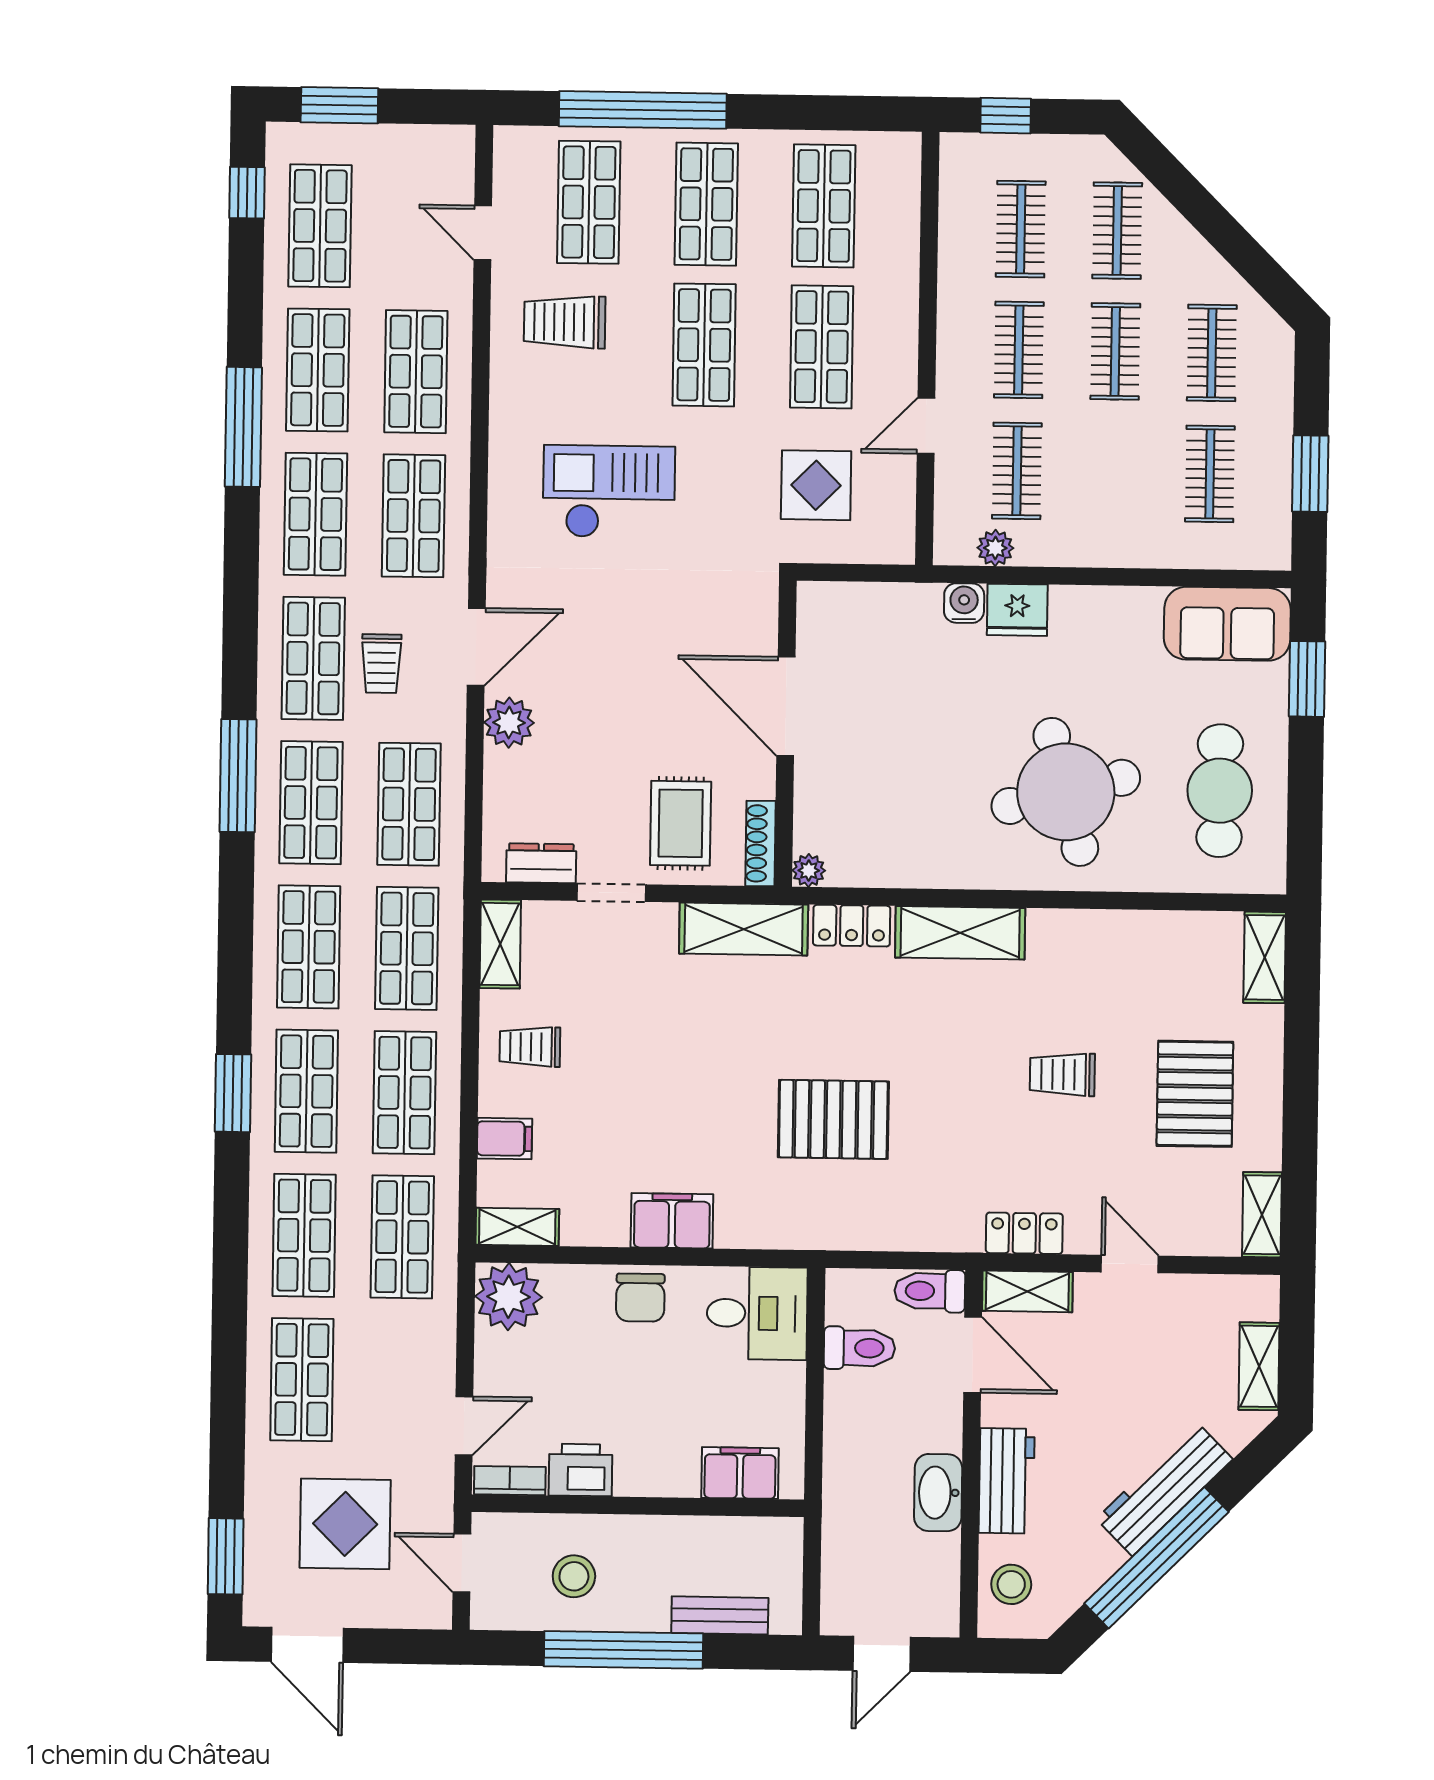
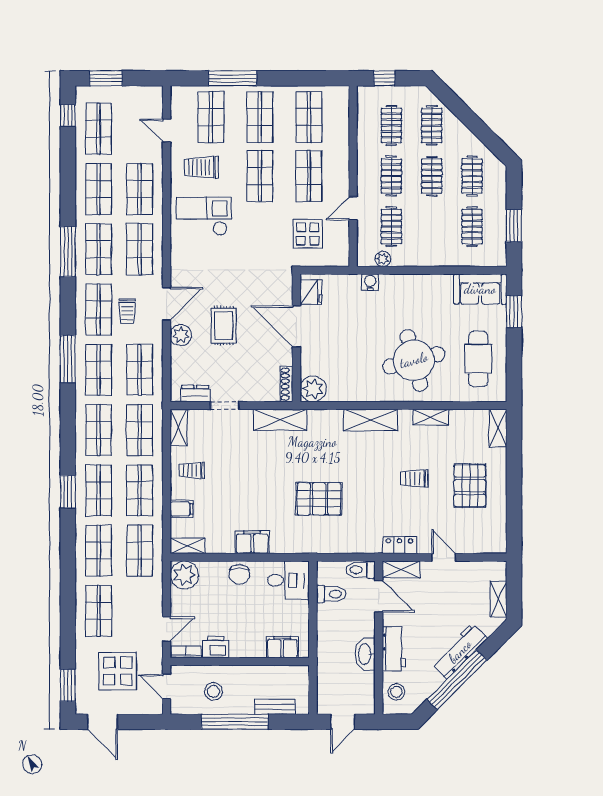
window: (643, 110) -> (233, 78), width x0.68
window: (243, 427) -> (68, 252), moved
checkout: (609, 492) -> (204, 216), moved
fridge: (1017, 610) -> (311, 292), moved, turned -90
rug: (681, 823) -> (224, 326), moved
plant: (809, 870) -> (313, 389), width x1.87, depth x1.87
locker: (852, 926) -> (325, 418), removed
shelving: (1262, 1215) -> (431, 417), moved, turned 90

